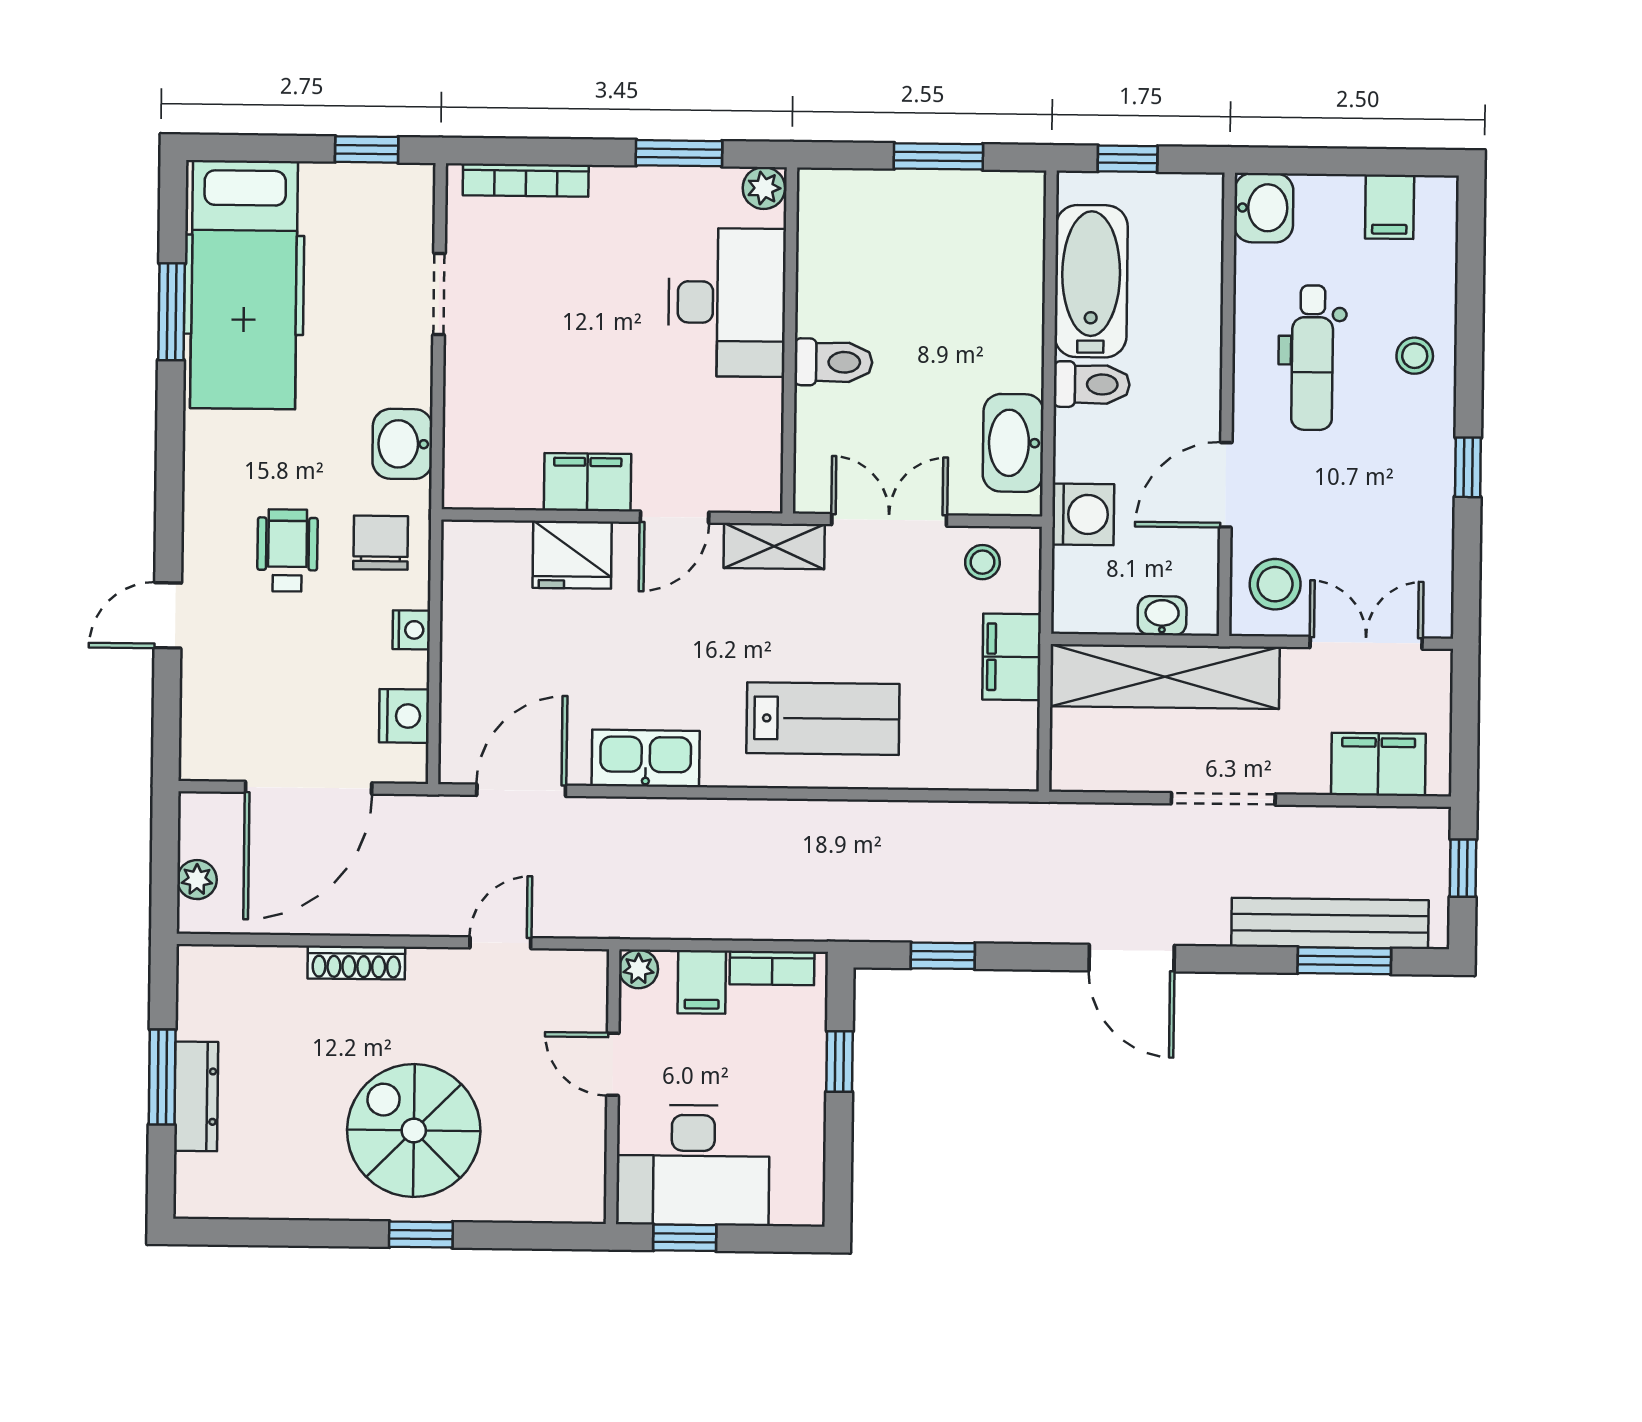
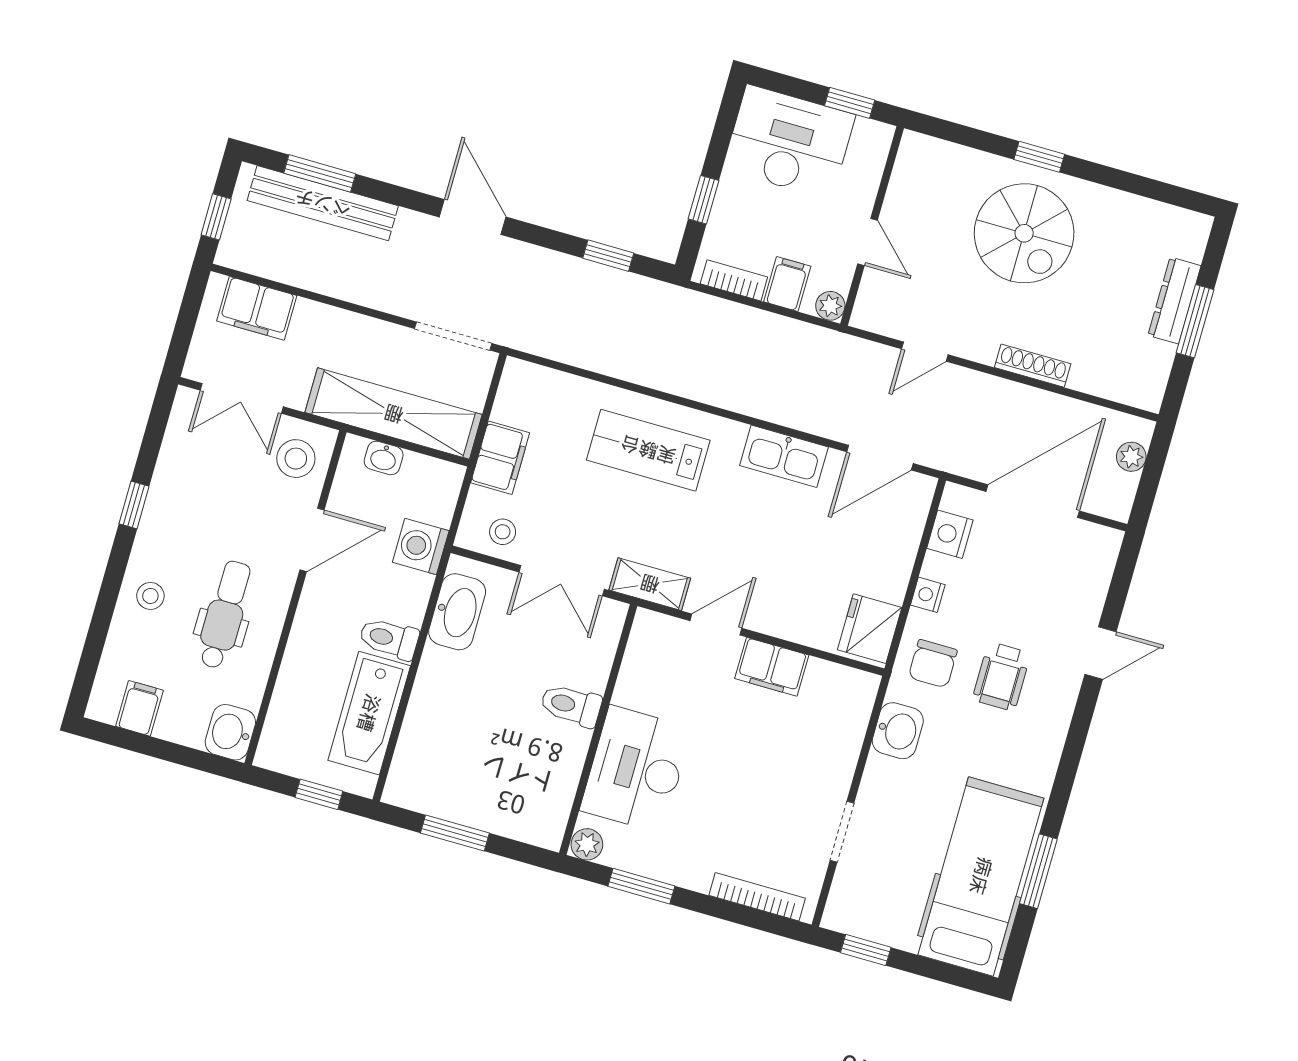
fridge: (572, 555) -> (870, 629), moved, turned -90
doorway: (1223, 799) -> (453, 336), moved
desk: (693, 1165) -> (789, 142), moved

